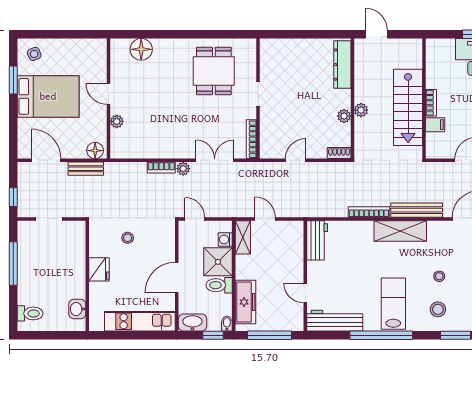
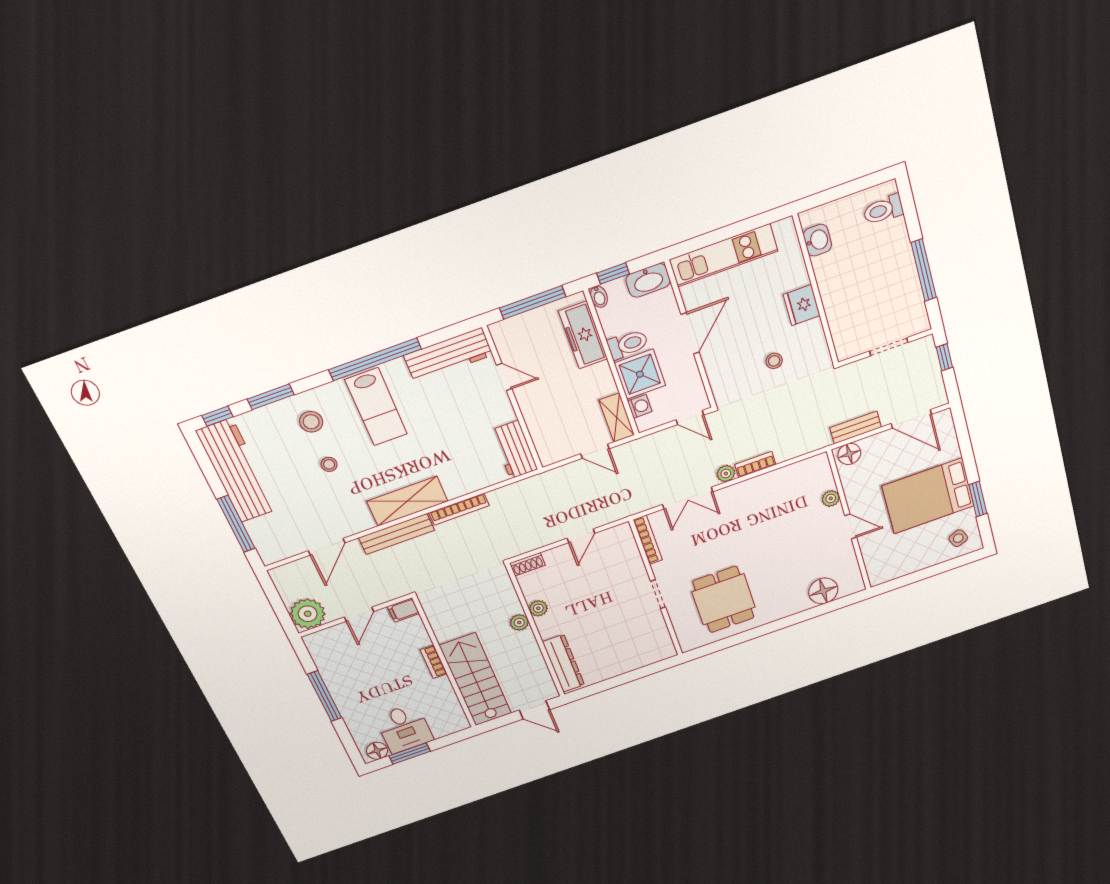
stairs: (408, 107) -> (476, 680), moved
filing cabinet: (435, 125) -> (403, 610), moved

